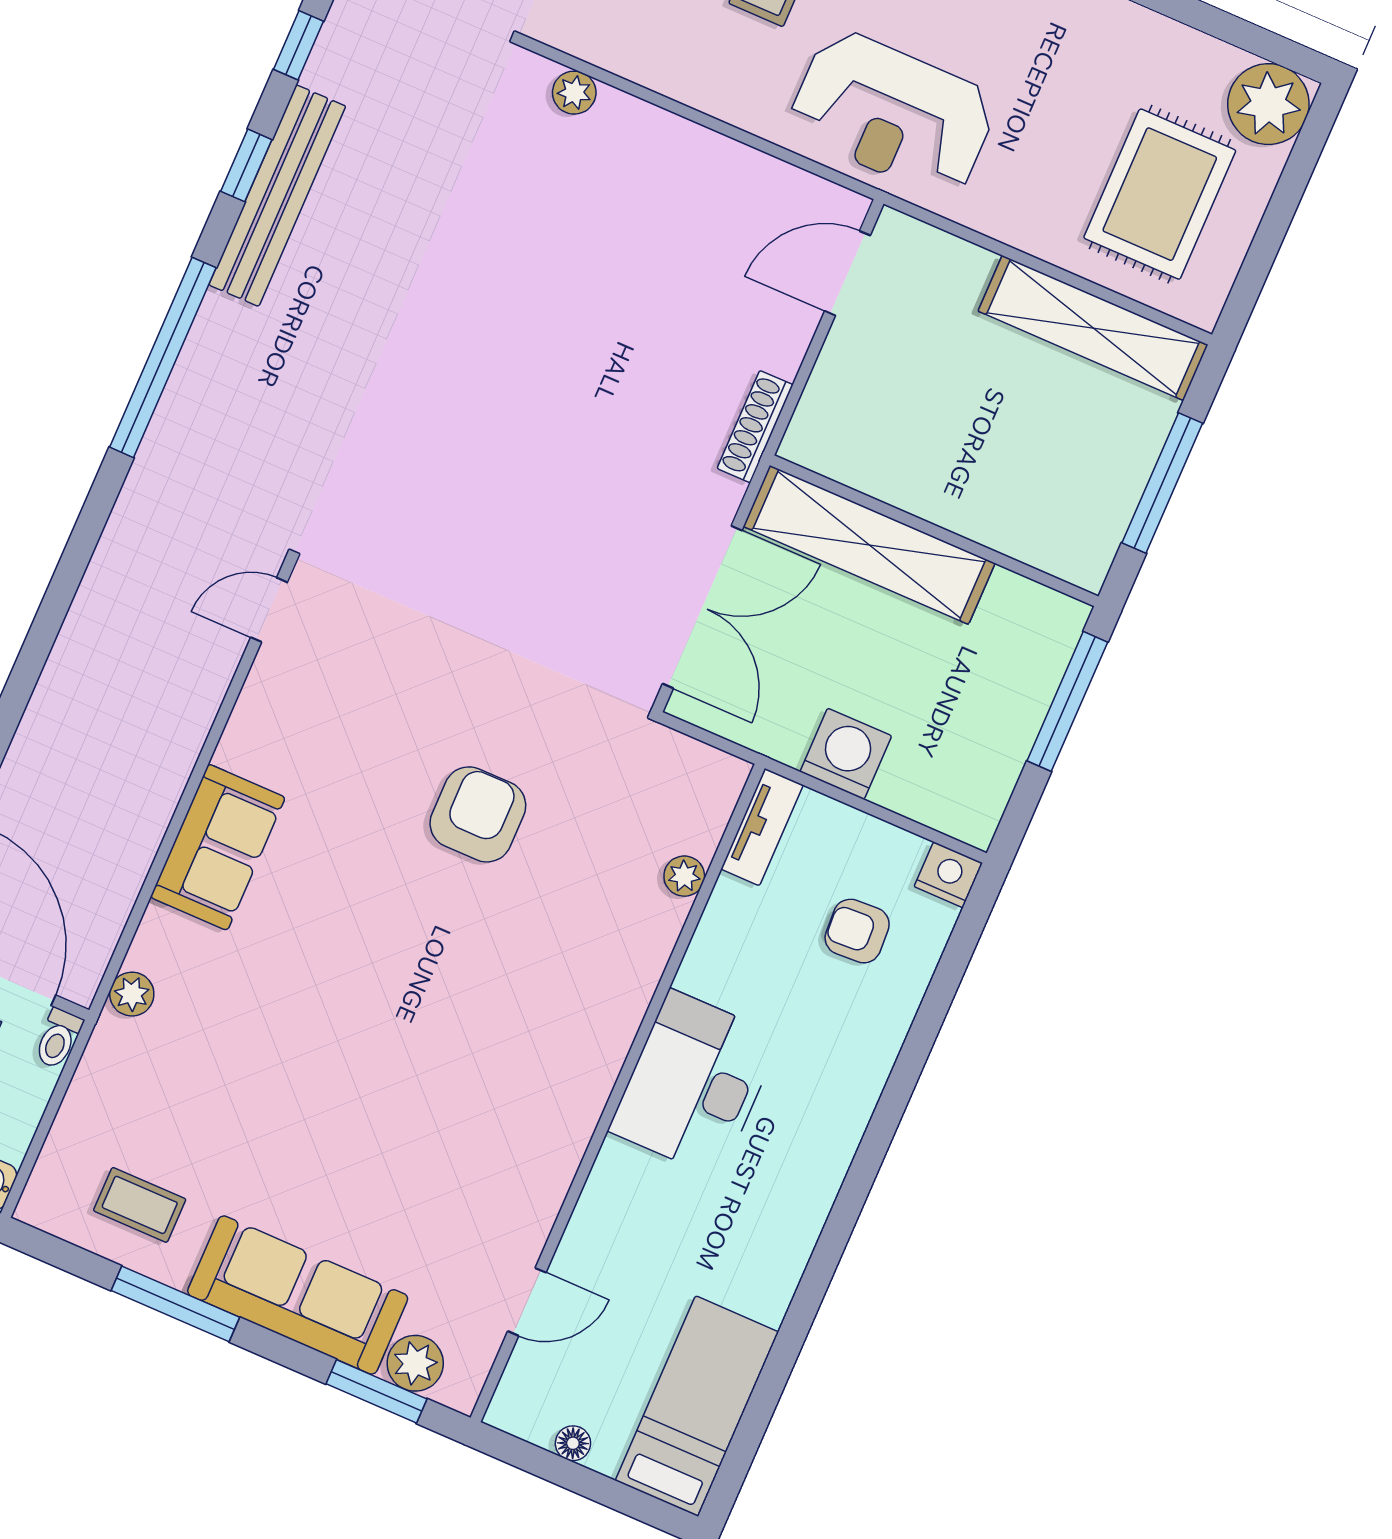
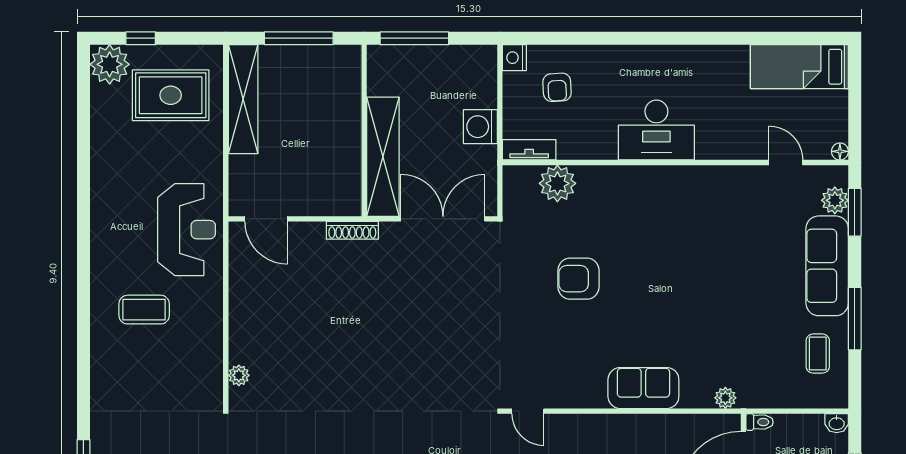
window: (1292, 184) -> (141, 38), added
plant: (684, 876) -> (557, 183), width x1.88, depth x1.88
floor lamp: (573, 1443) -> (840, 151), moved

